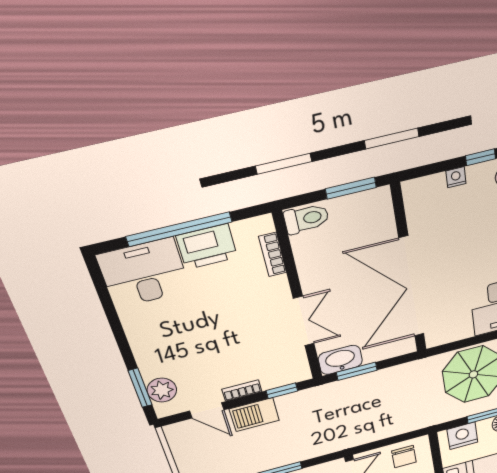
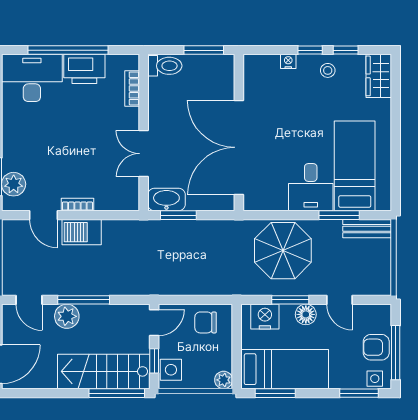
double door: (304, 321) -> (144, 154), swing flipped
window: (282, 391) -> (111, 215), removed
chair: (404, 457) -> (206, 322), turned 90

